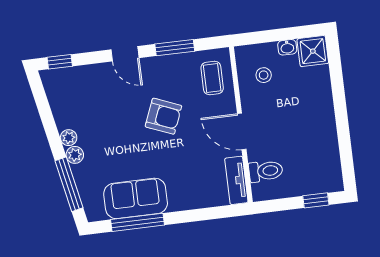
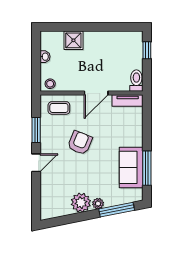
shower: (313, 51) -> (73, 40), moved
window: (60, 62) -> (36, 206), removed
stool: (264, 75) -> (50, 84), moved
plant: (69, 138) -> (81, 203), width x1.87, depth x1.87
toilet: (266, 171) -> (136, 81), moved

